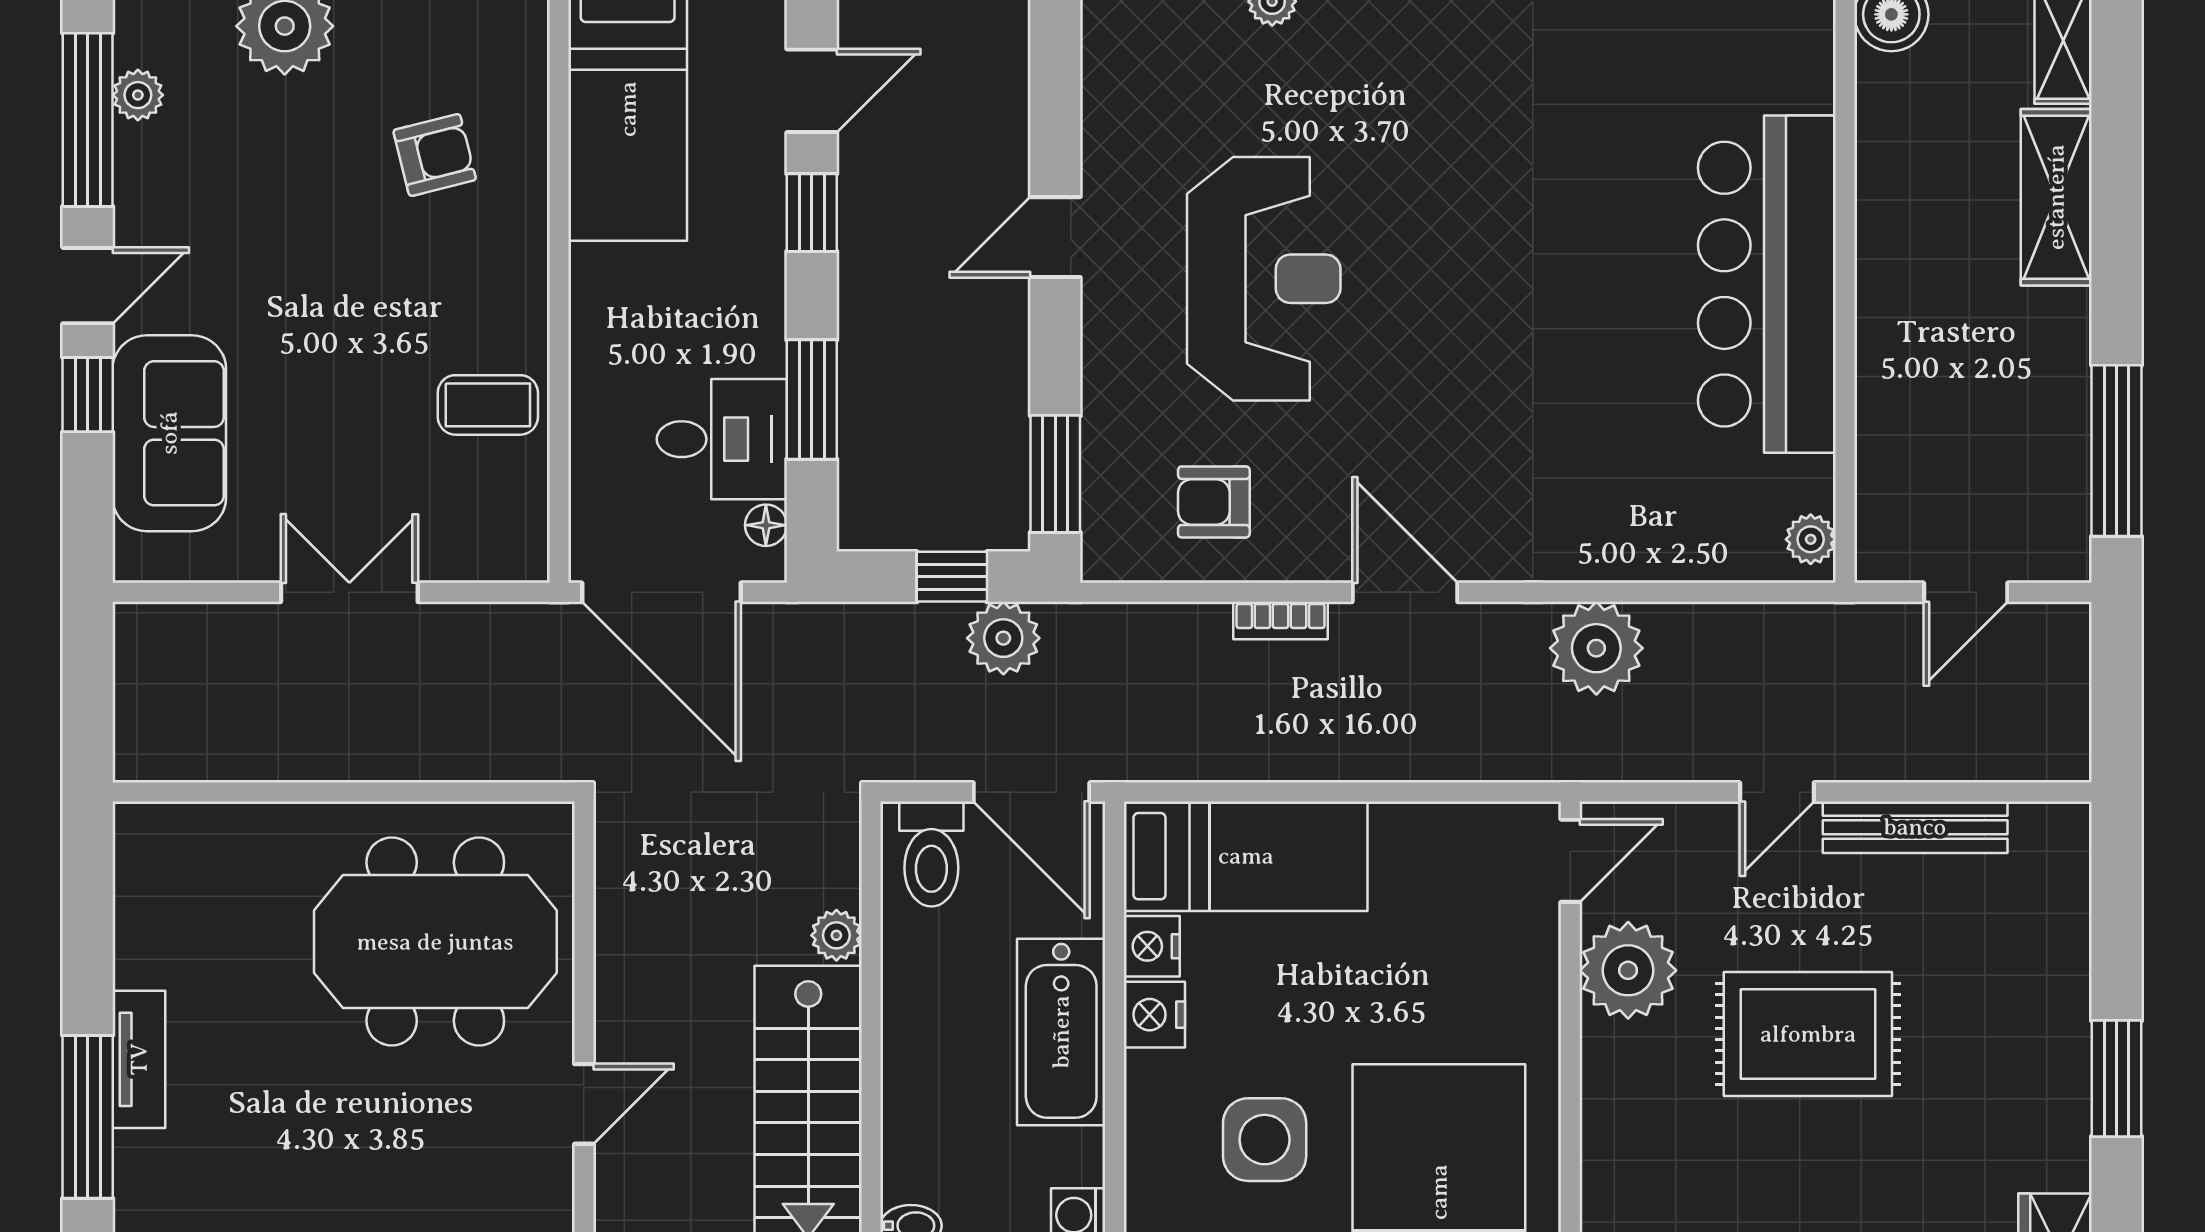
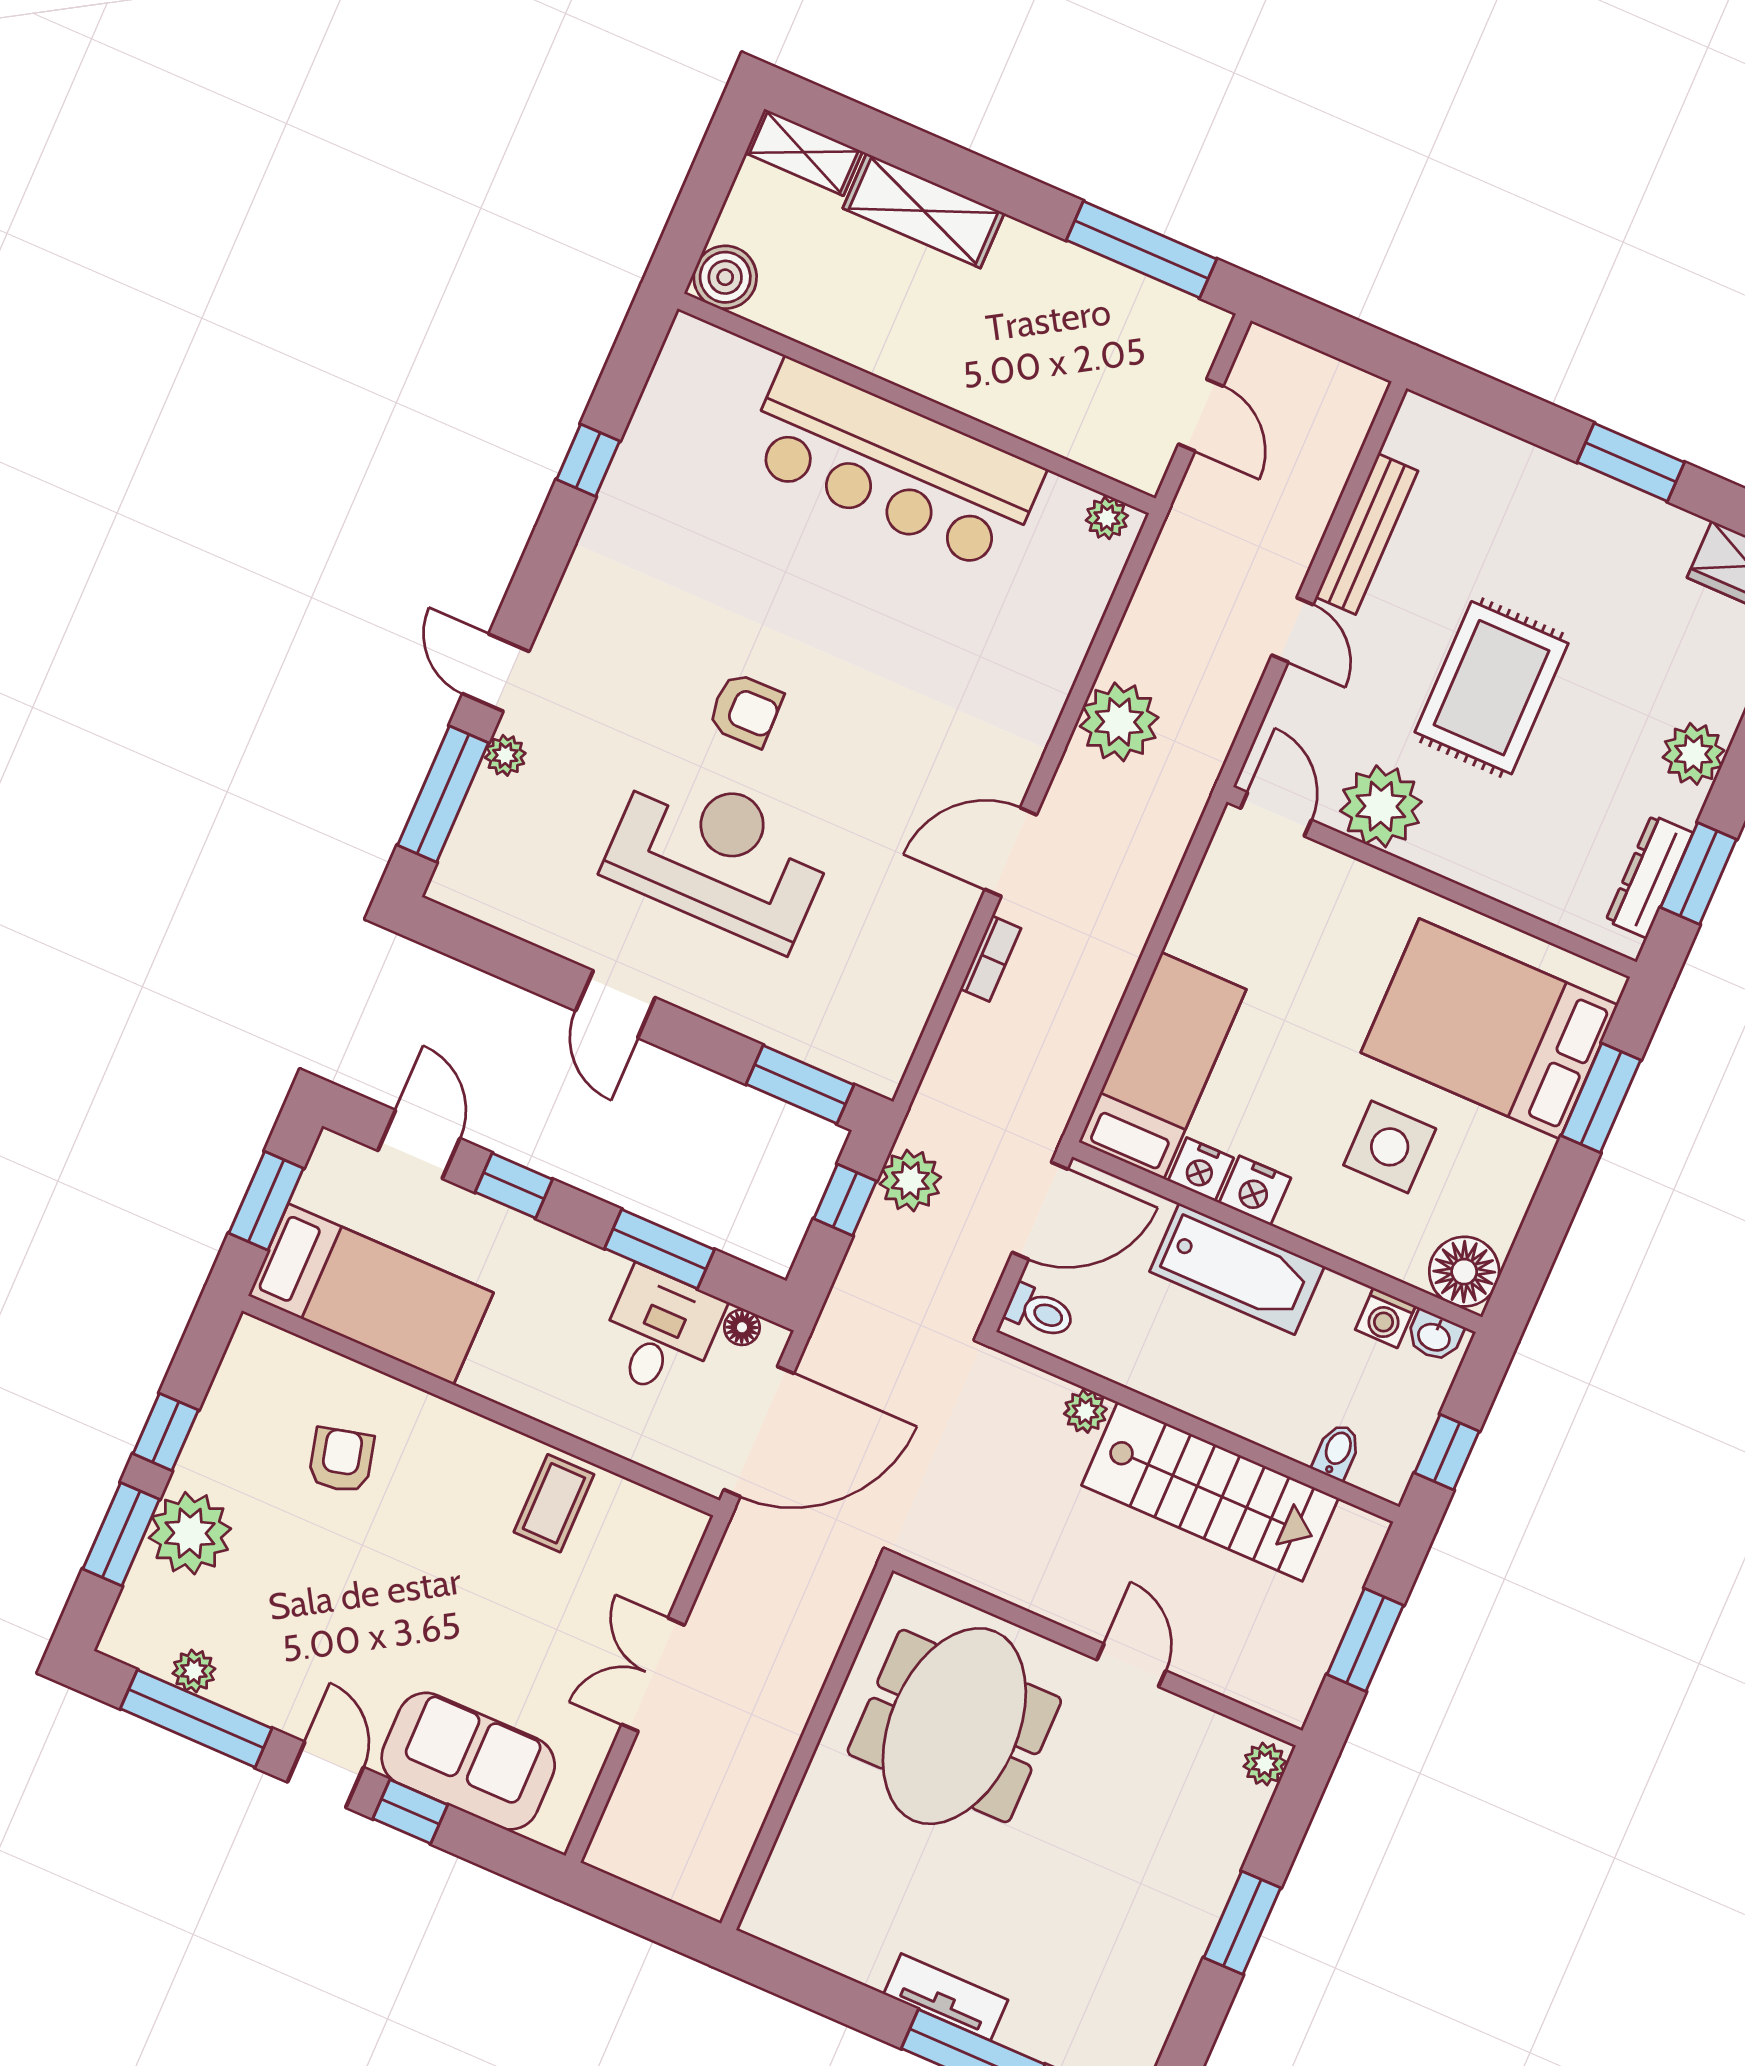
armchair: (1214, 502) -> (745, 710), moved, turned -91
toilet: (931, 854) -> (1040, 1312), width x0.73, depth x0.72

